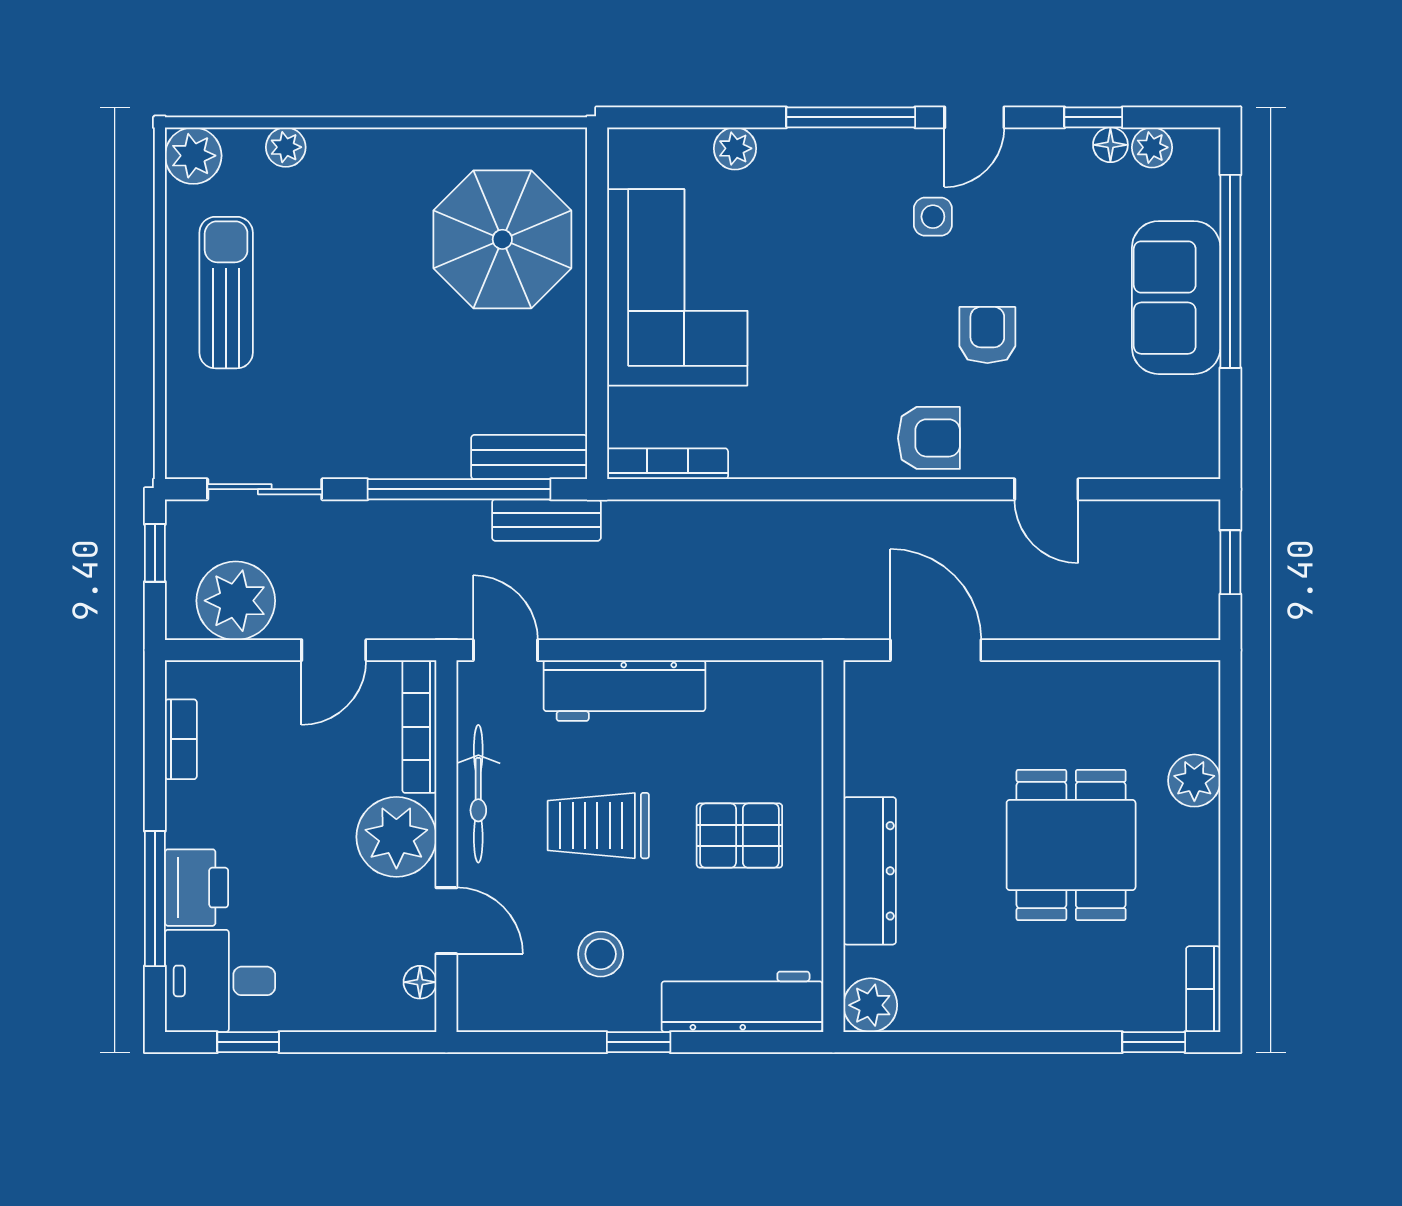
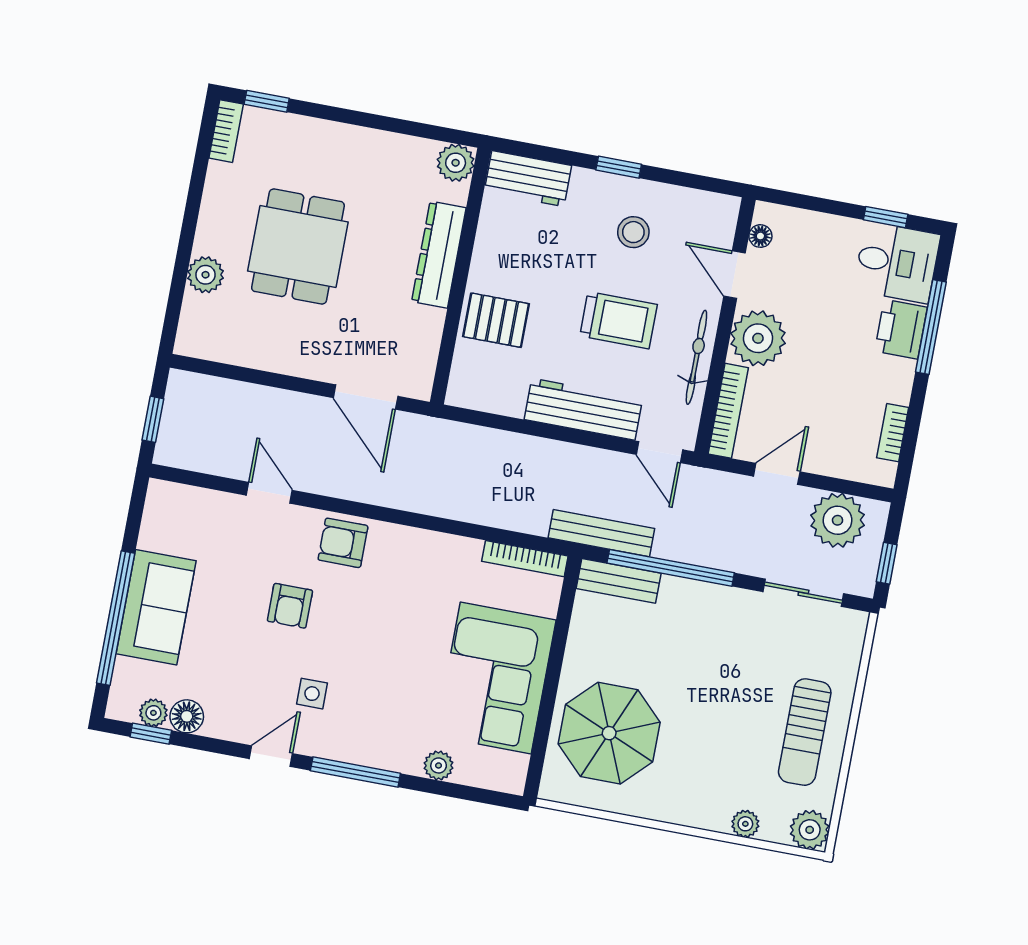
window: (1093, 117) -> (151, 734), moved
floor lamp: (1110, 145) -> (187, 716), width x1.37, depth x1.37
bench: (546, 520) -> (601, 533), width x1.36
pallet: (739, 836) -> (496, 320), moved
workbench: (742, 1002) -> (528, 179), width x0.73

